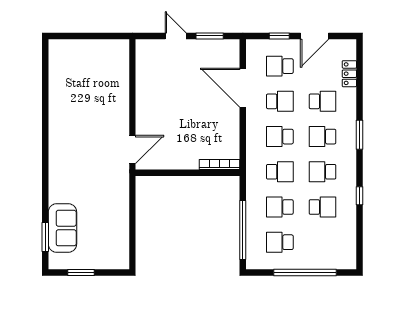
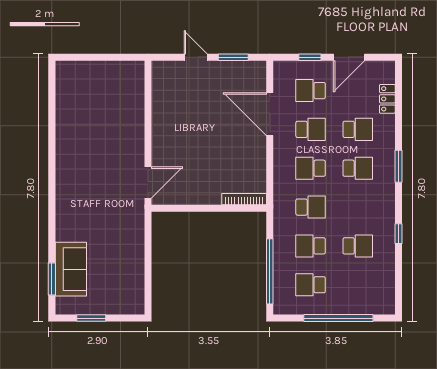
school desk: (323, 137) -> (358, 168), turned 180
school desk: (323, 172) -> (358, 207), removed

